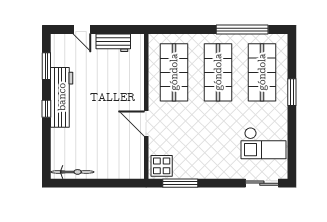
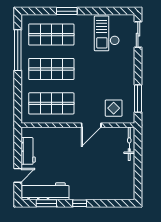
workbench: (62, 97) -> (45, 191), moved
checkout: (263, 143) -> (107, 33), turned 180
display table: (162, 166) -> (114, 108), moved
bicycle: (72, 172) -> (129, 144), moved

